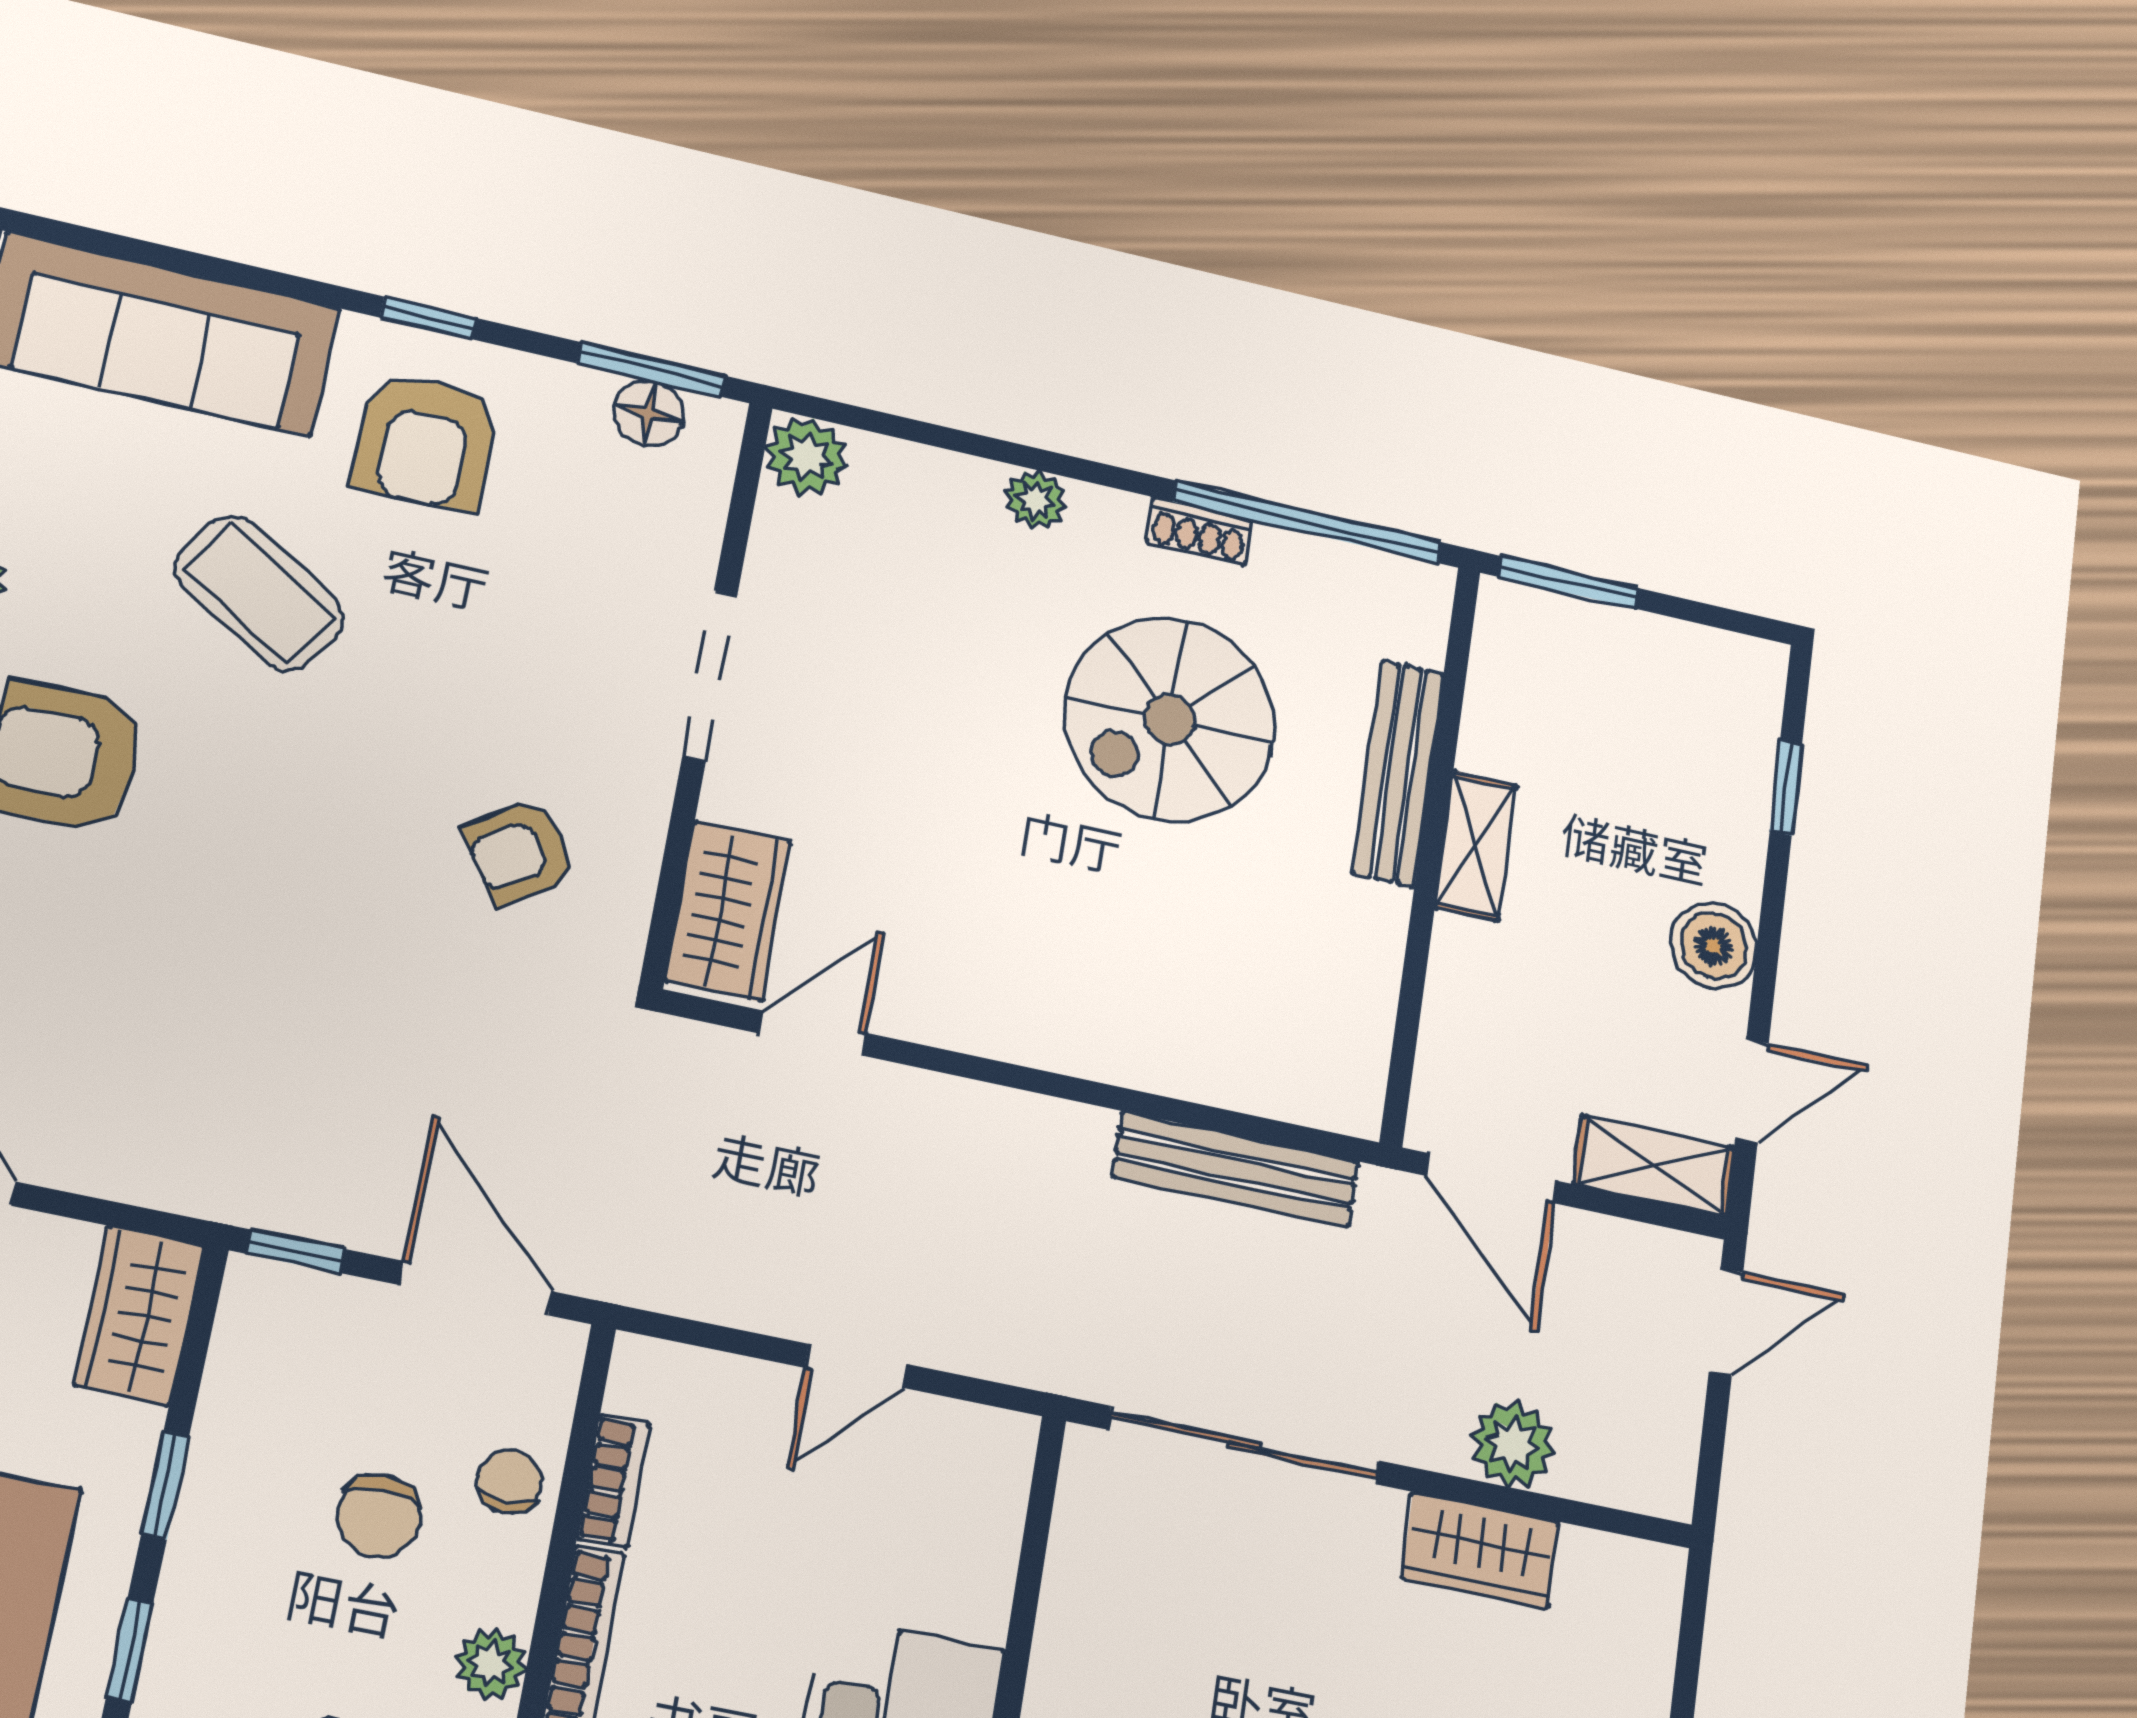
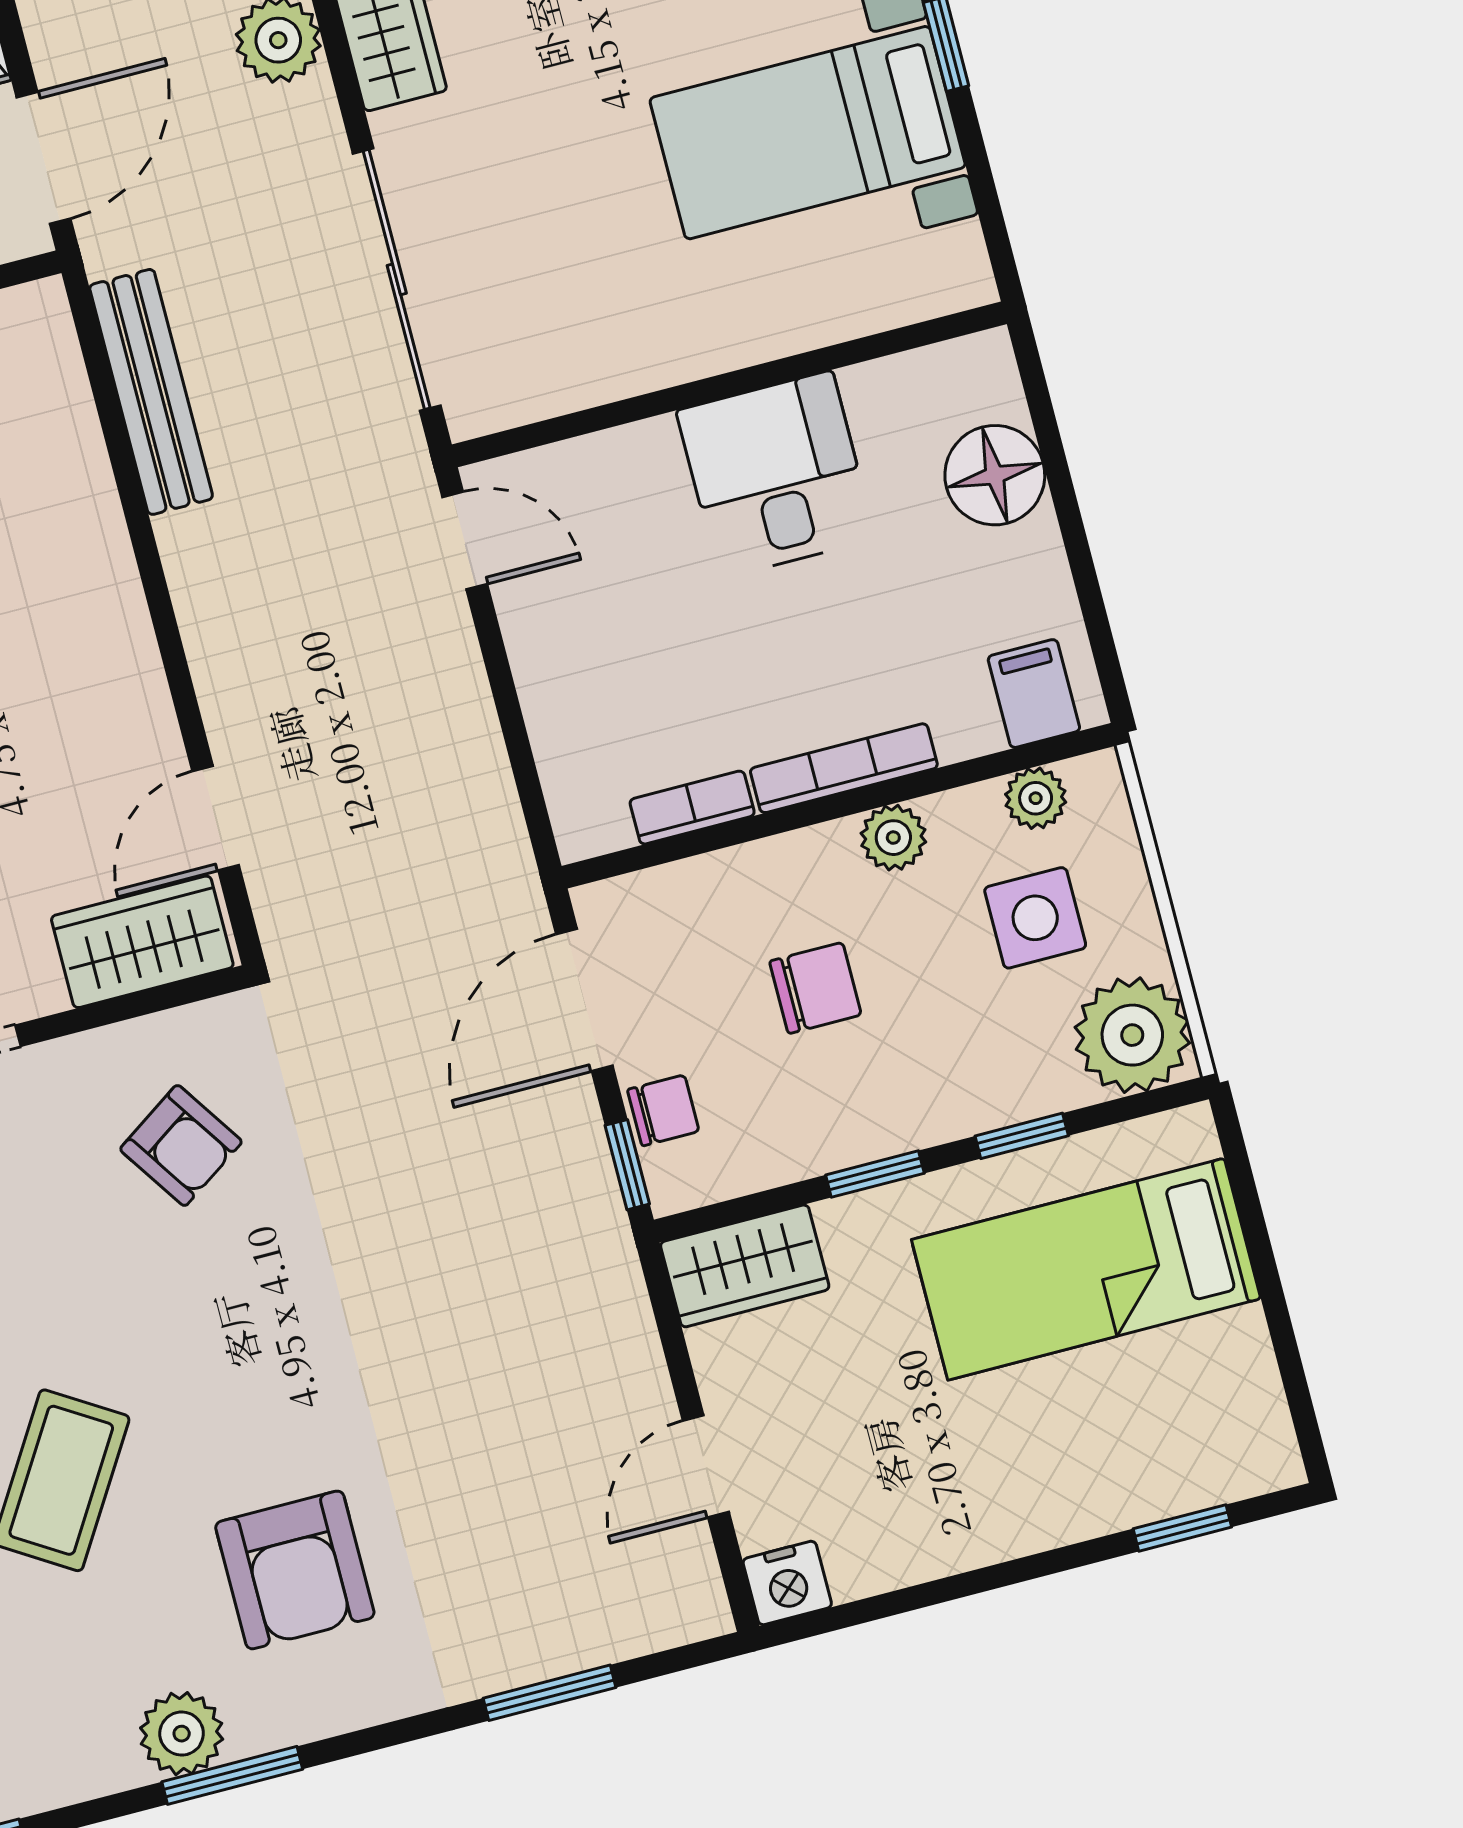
door: (813, 1033) -> (216, 818), hinge flipped
door: (856, 1366) -> (465, 540), moved
chair: (510, 1482) -> (663, 1110), moved, turned 180

